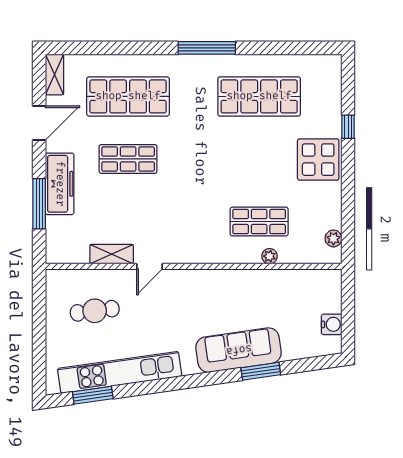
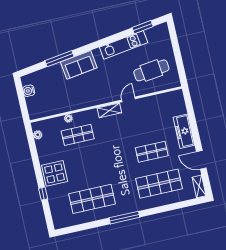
door: (39, 123) -> (201, 160), hinge flipped
window: (39, 204) -> (192, 119), removed
shelving: (112, 254) -> (109, 110), moved
cafe table: (95, 311) -> (151, 70), width x1.37, depth x1.35
sofa: (239, 350) -> (79, 65), width x0.73
window: (261, 371) -> (60, 59), width x1.44
kitchen unit: (120, 372) -> (124, 45), width x0.73

